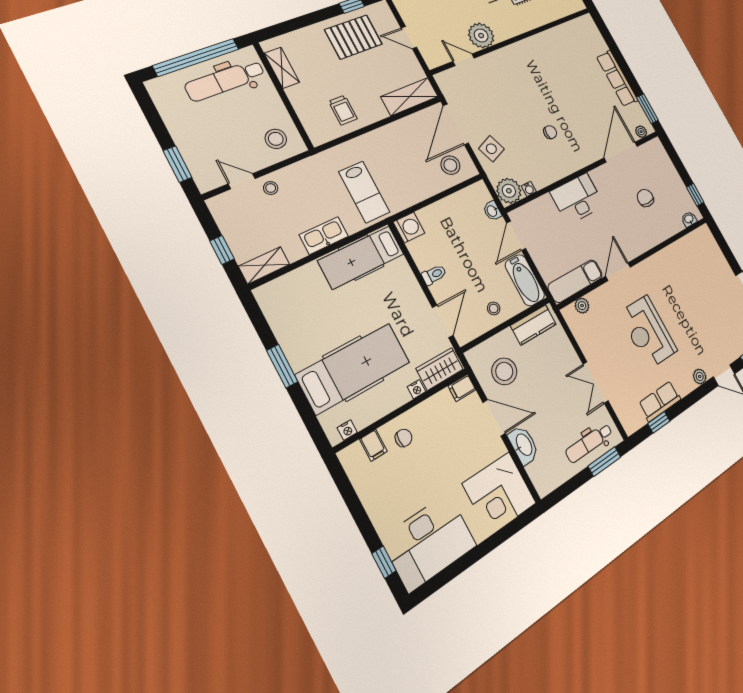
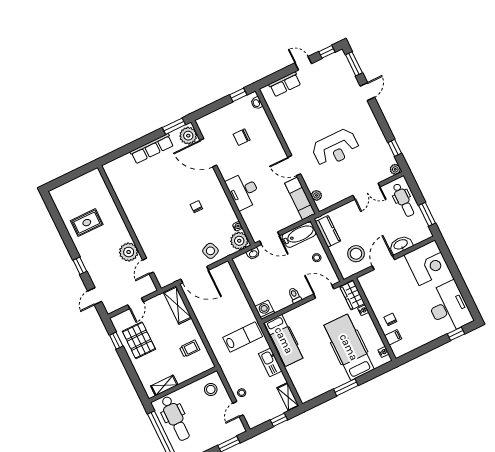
plant: (641, 132) -> (188, 136), width x1.88, depth x1.88
stool: (450, 165) -> (223, 280), removed
plant: (700, 377) -> (395, 169), moved
filing cabinet: (462, 388) -> (364, 282), removed
row of seats: (660, 401) -> (285, 84), moved, turned -90
window: (604, 462) -> (427, 214), moved

